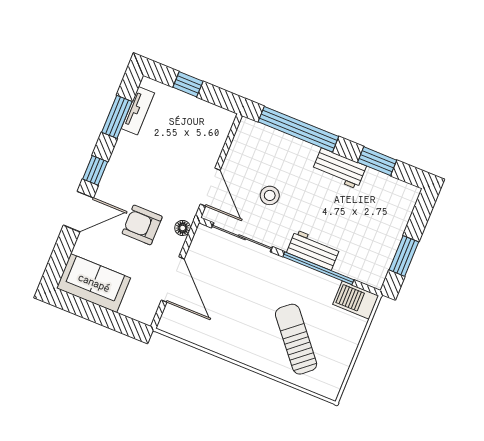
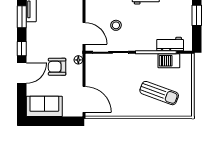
workbench: (313, 250) -> (170, 44), moved
window: (404, 256) -> (197, 15), moved
door: (173, 279) -> (84, 99), moved
barbecue: (356, 300) -> (169, 61), moved
sun lounger: (296, 339) -> (159, 93), turned 150

